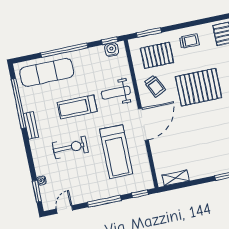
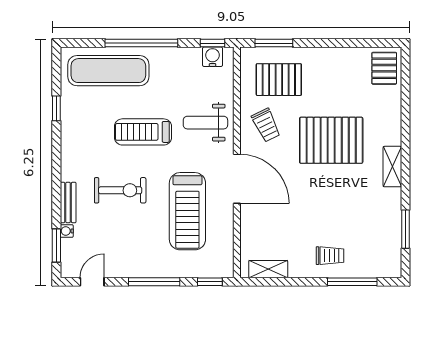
trolley: (189, 41) -> (330, 256), moved
window: (19, 103) -> (56, 108), width x0.32
door: (143, 124) -> (237, 179), hinge flipped
bench: (31, 125) -> (68, 202), moved

